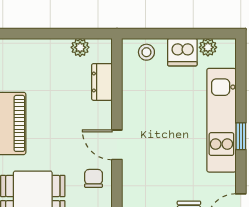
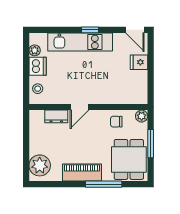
plant: (80, 47) -> (40, 165), moved, width x1.88, depth x1.88
door: (117, 145) -> (79, 107), moved

